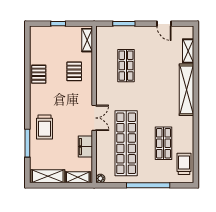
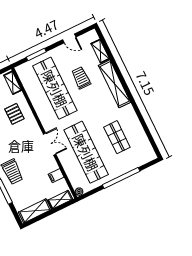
shop shelf: (126, 66) -> (55, 88), width x2.00, depth x1.36
filing cabinet: (85, 147) -> (56, 176), width x0.50
trolley: (184, 164) -> (81, 78), moved

